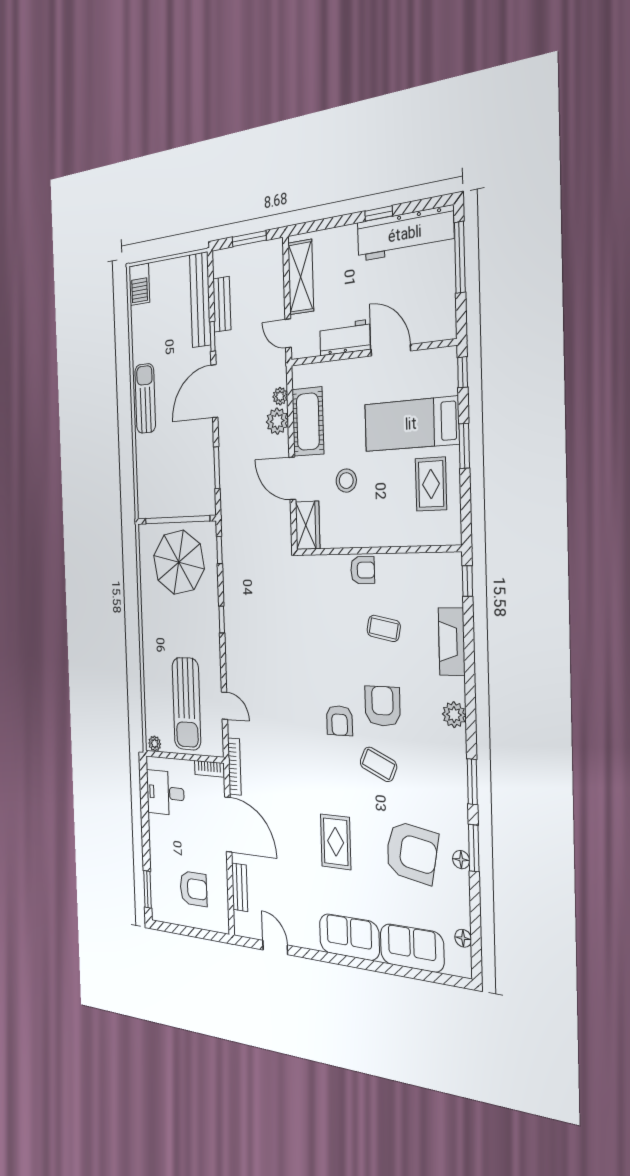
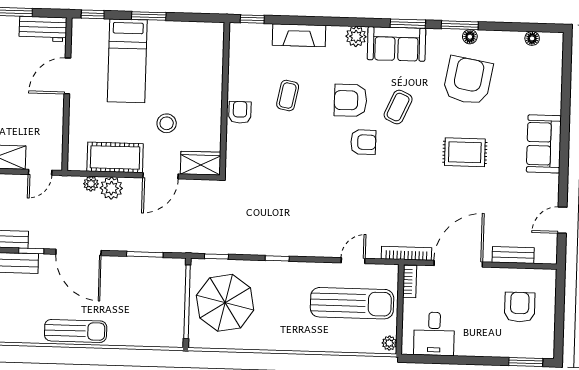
workbench: (345, 338) -> (43, 29), moved, turned -90
sun lounger: (145, 398) -> (76, 331), turned 180
rug: (431, 484) -> (176, 46), removed
sofa: (412, 948) -> (397, 44), moved, turned -90

